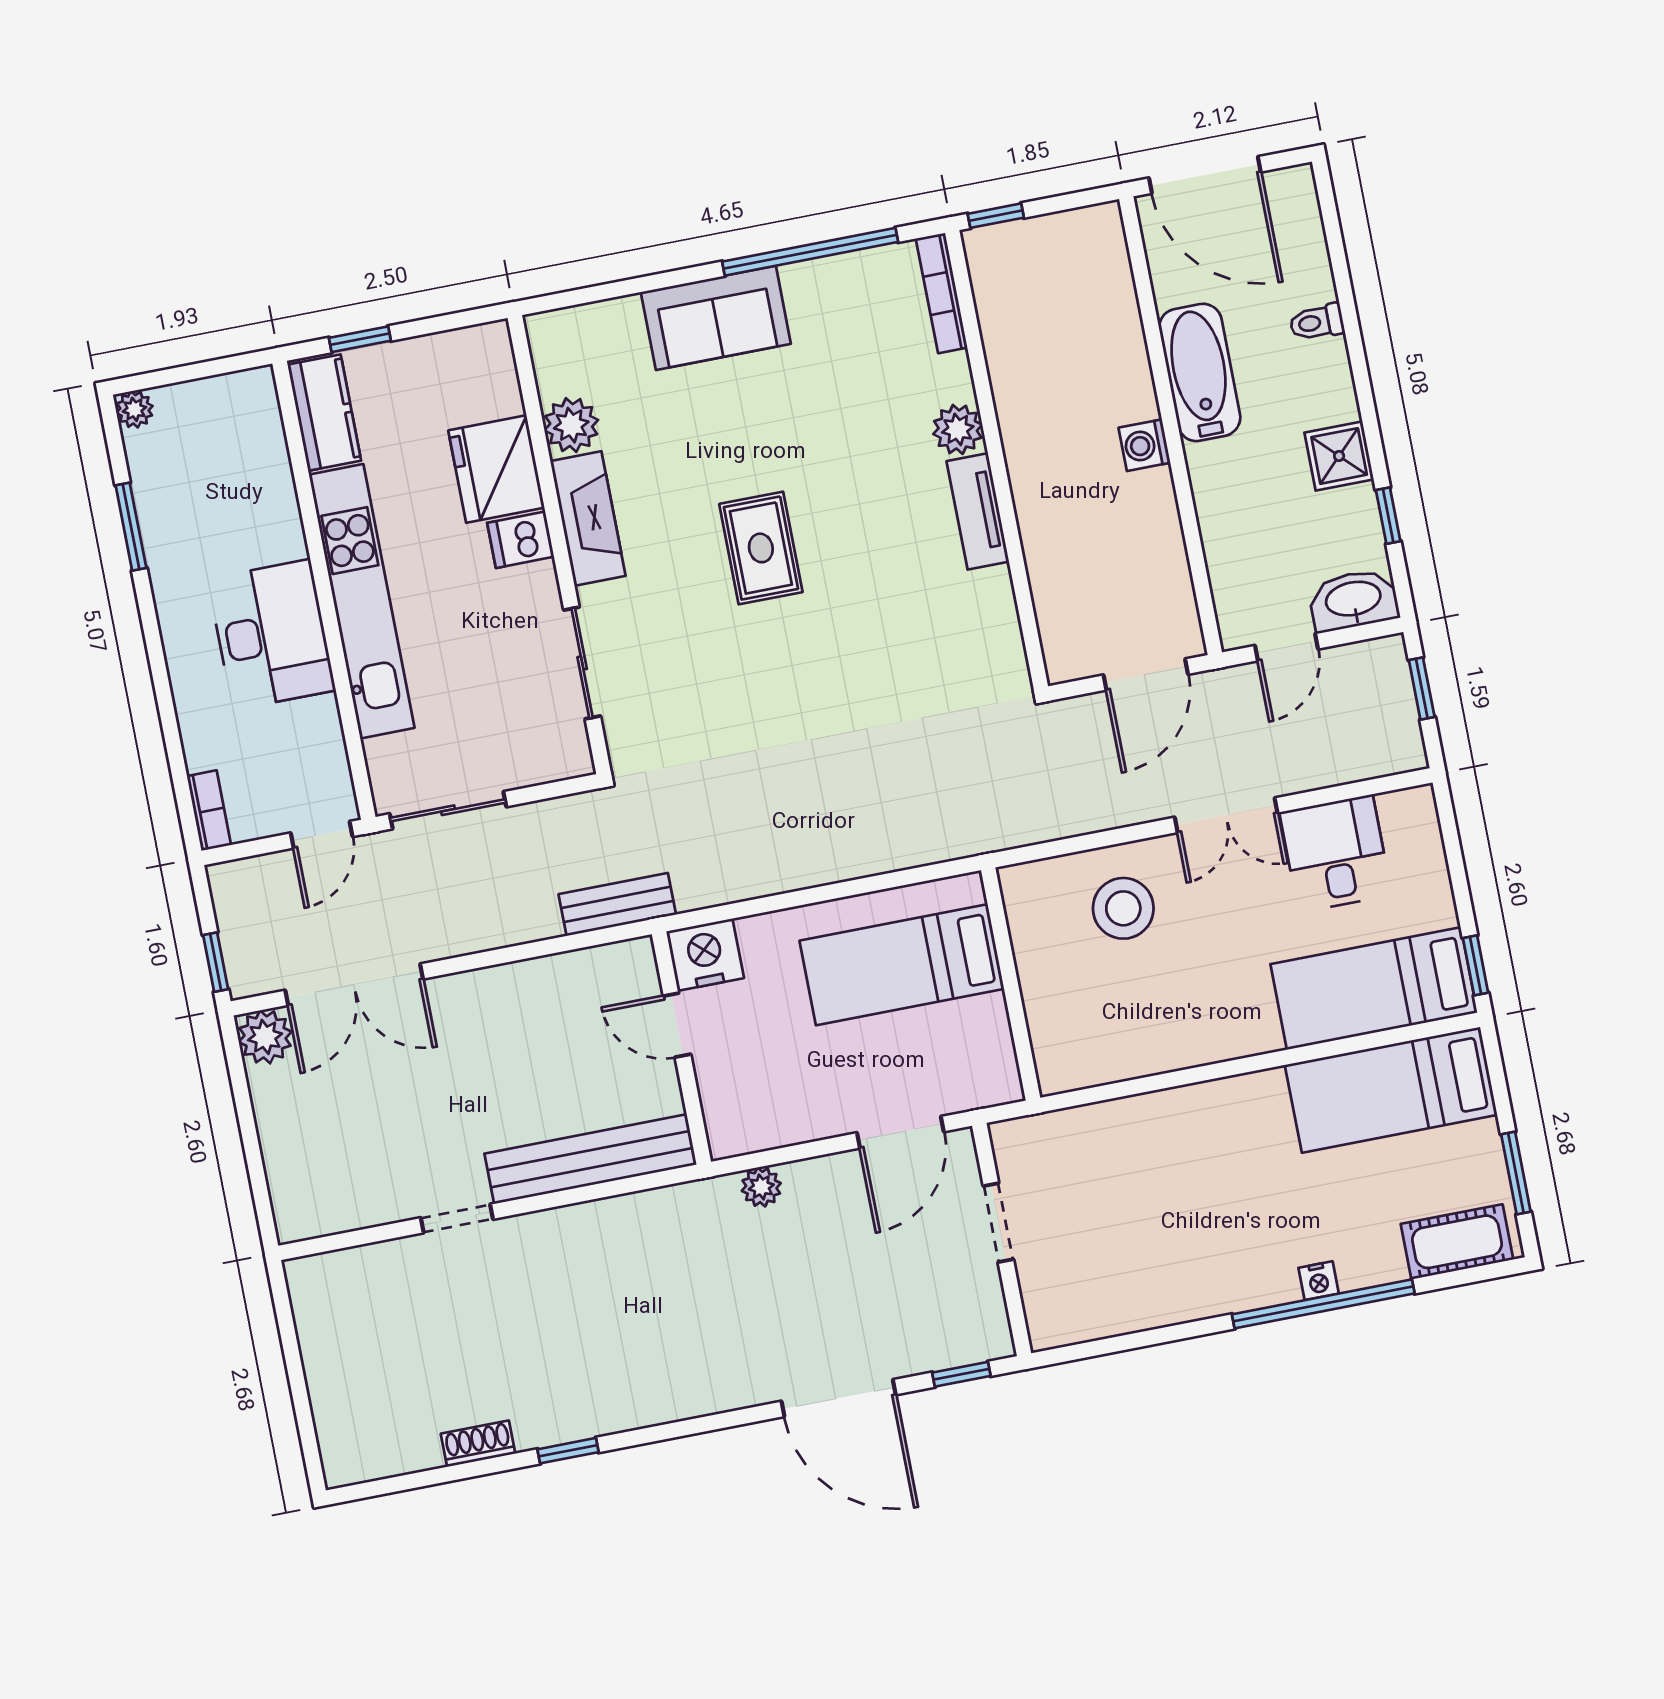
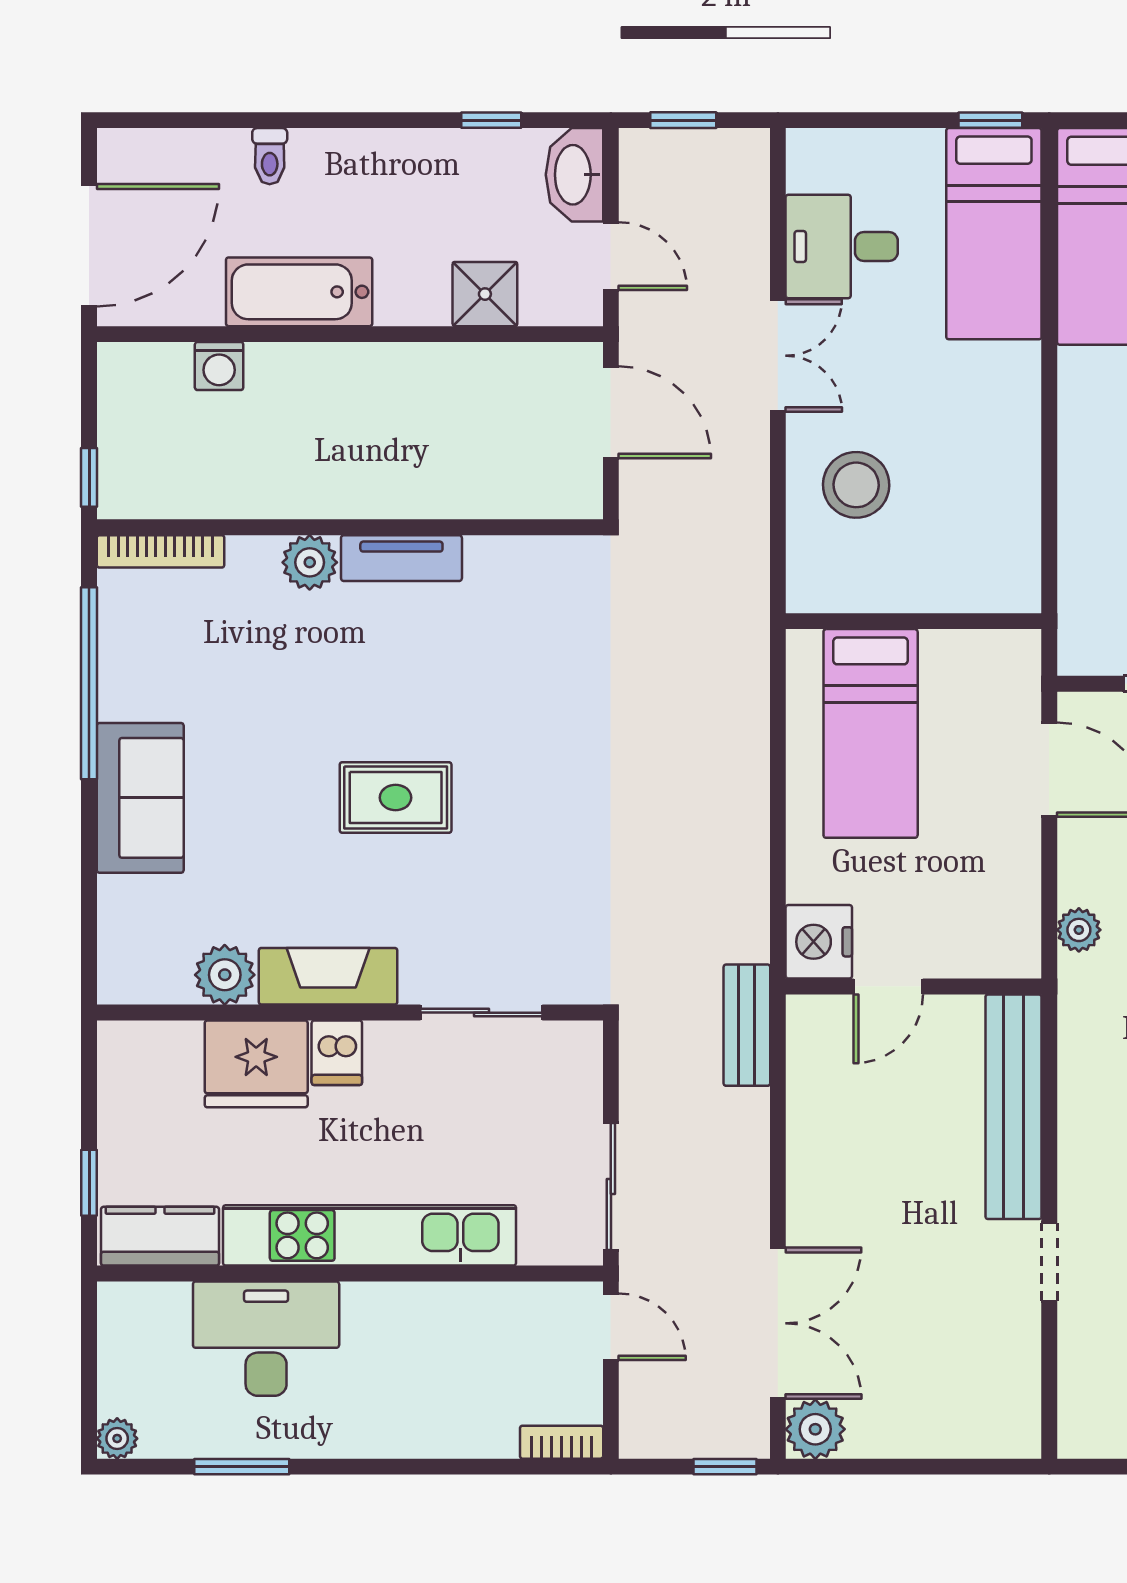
washing machine: (1144, 445) -> (219, 366), moved
shower: (1339, 456) -> (485, 294), moved
desk: (272, 635) -> (266, 1339), moved

